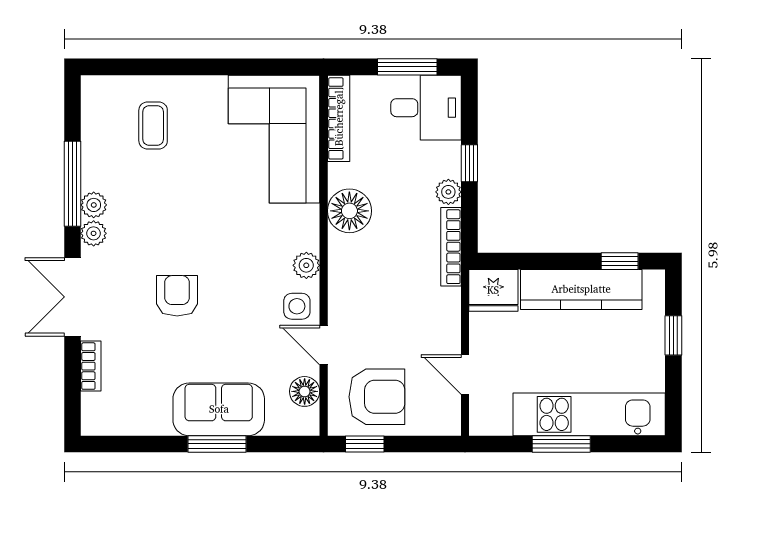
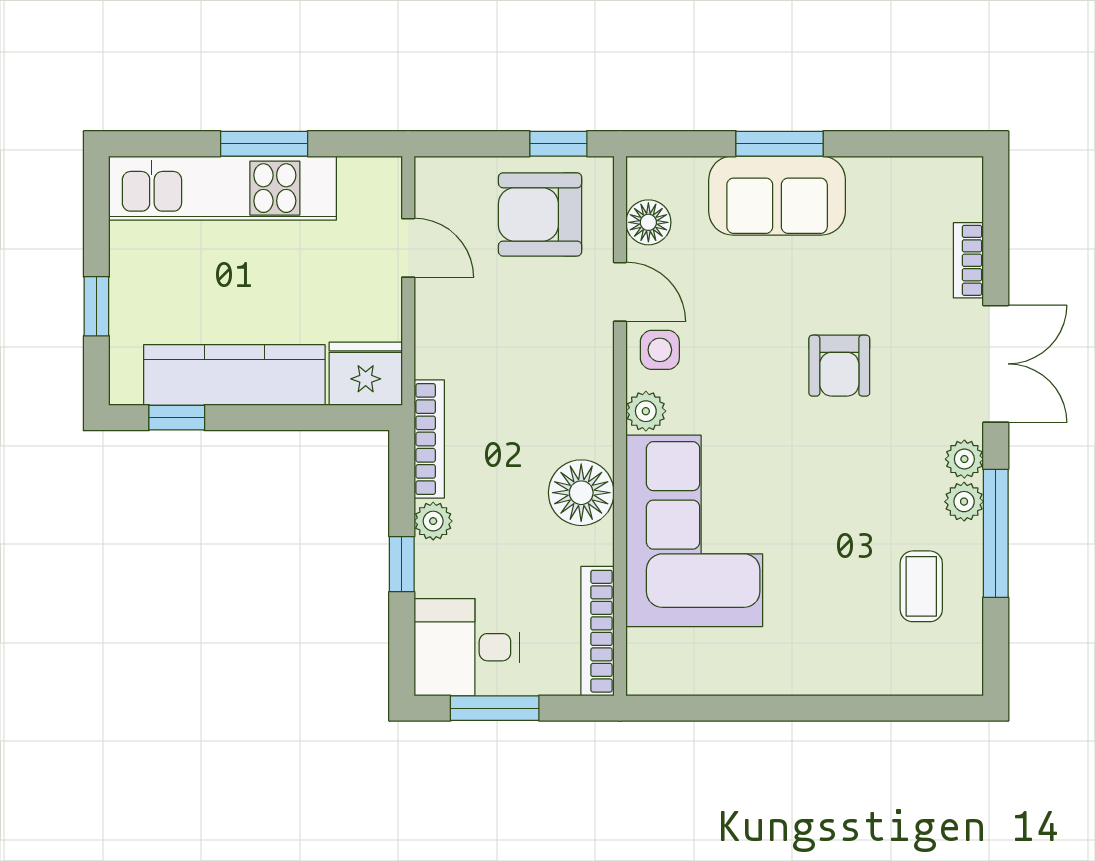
coffee table: (153, 125) -> (921, 586), moved
corner sofa: (274, 139) -> (694, 531), moved

